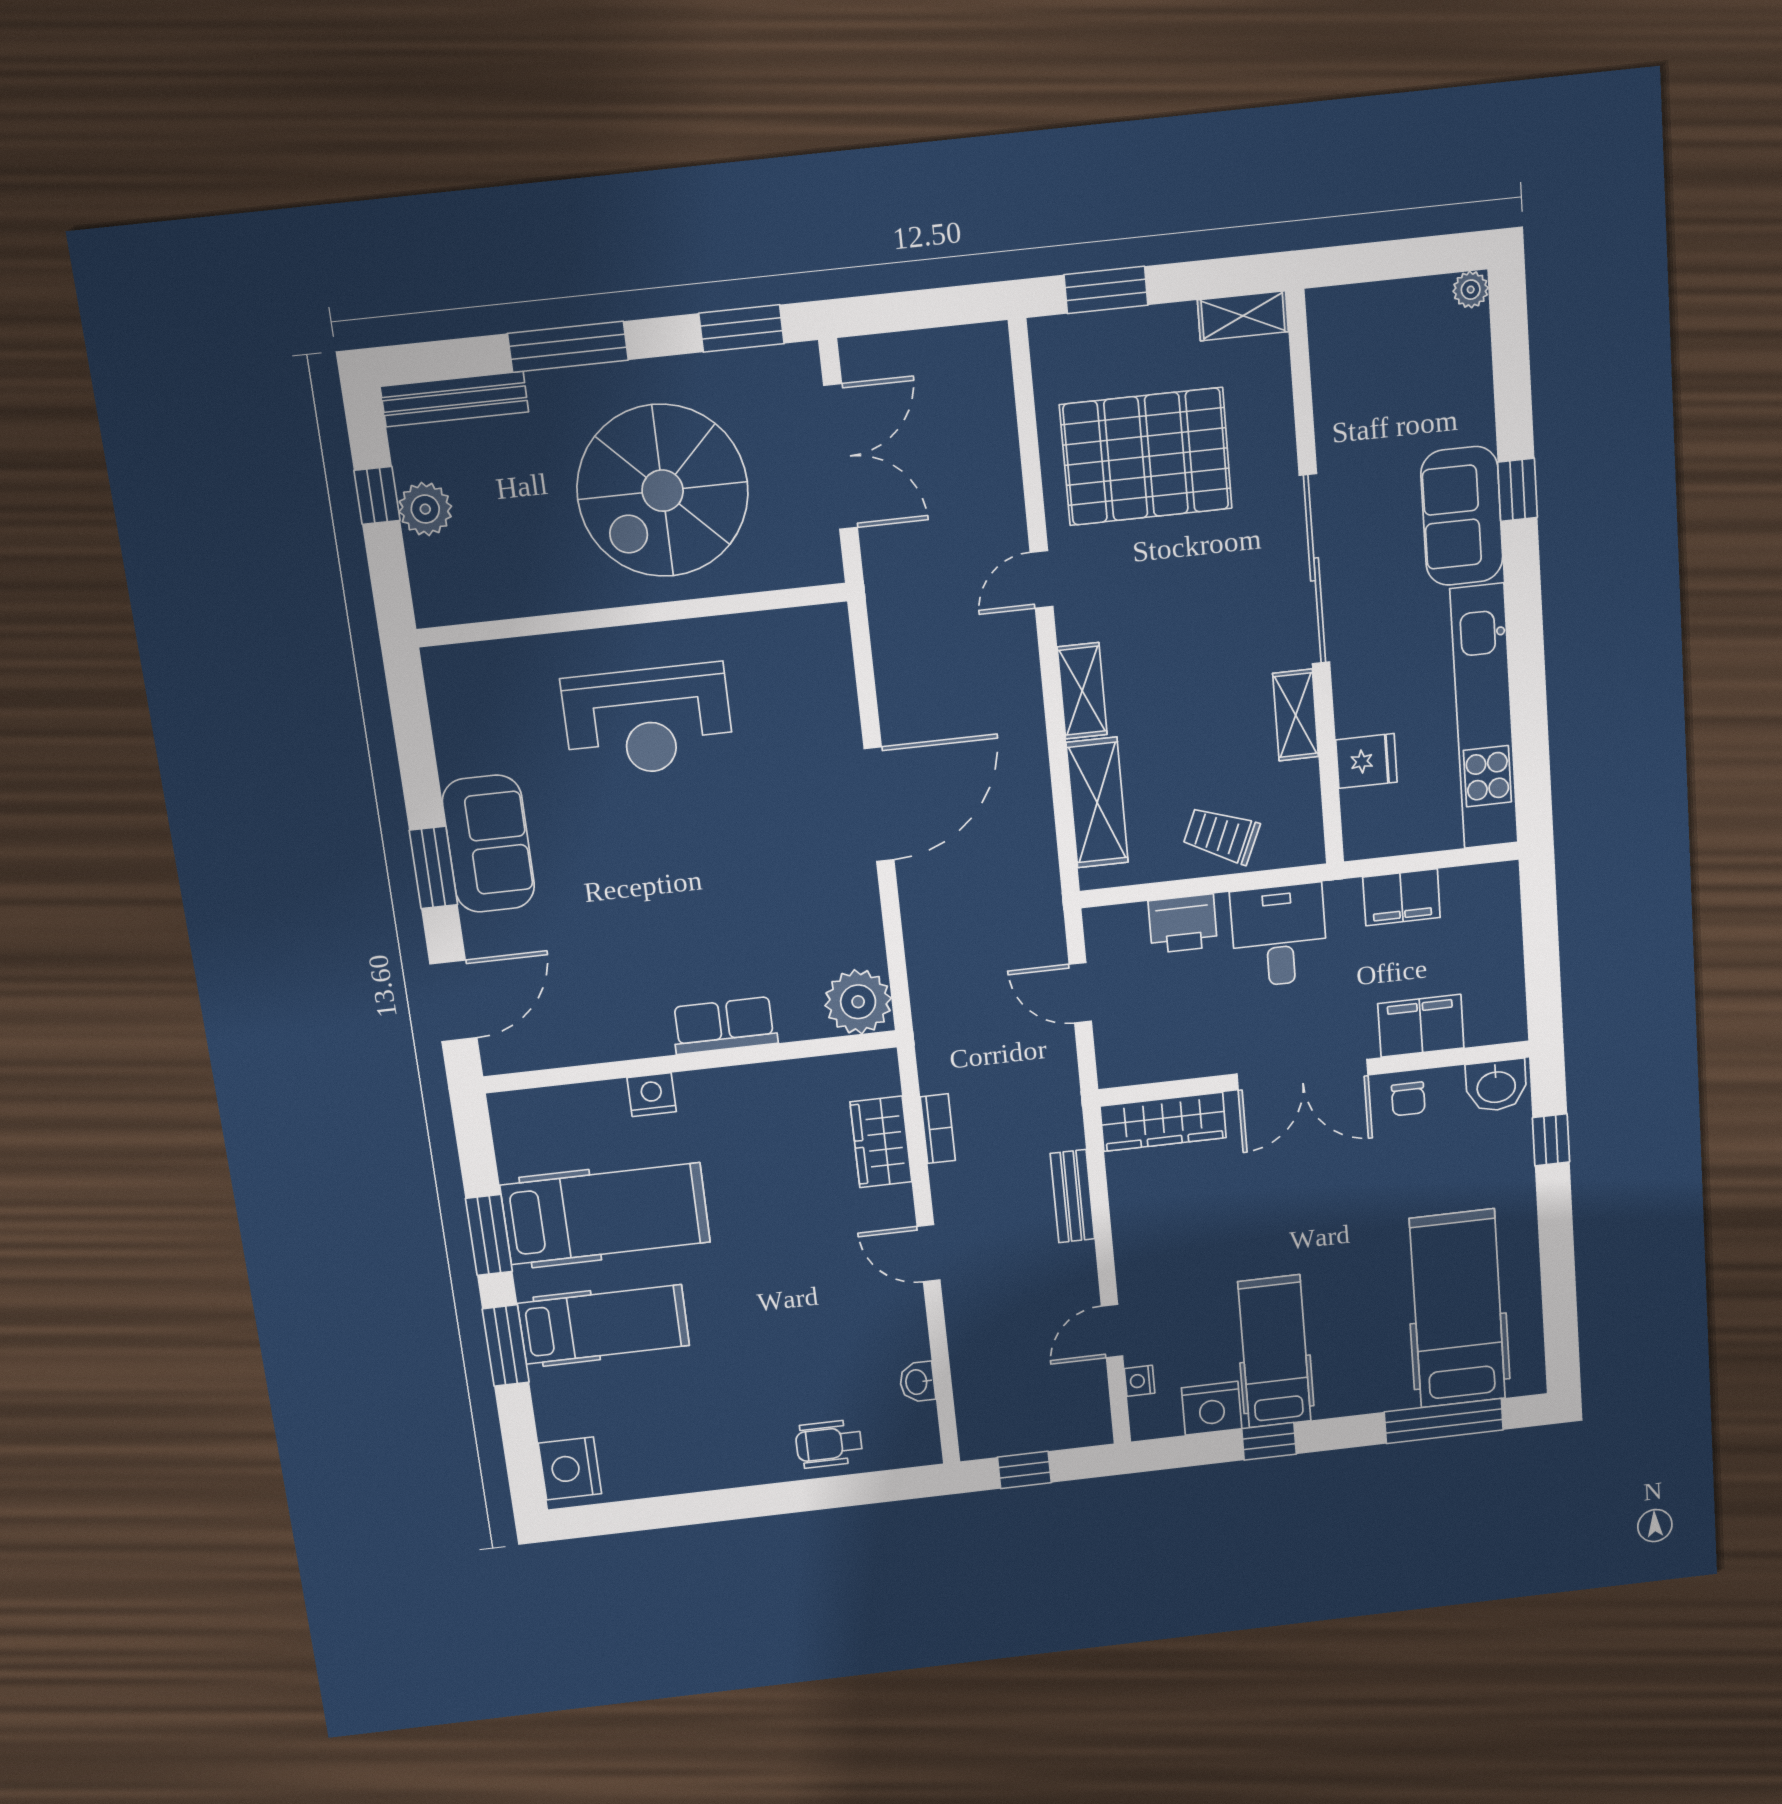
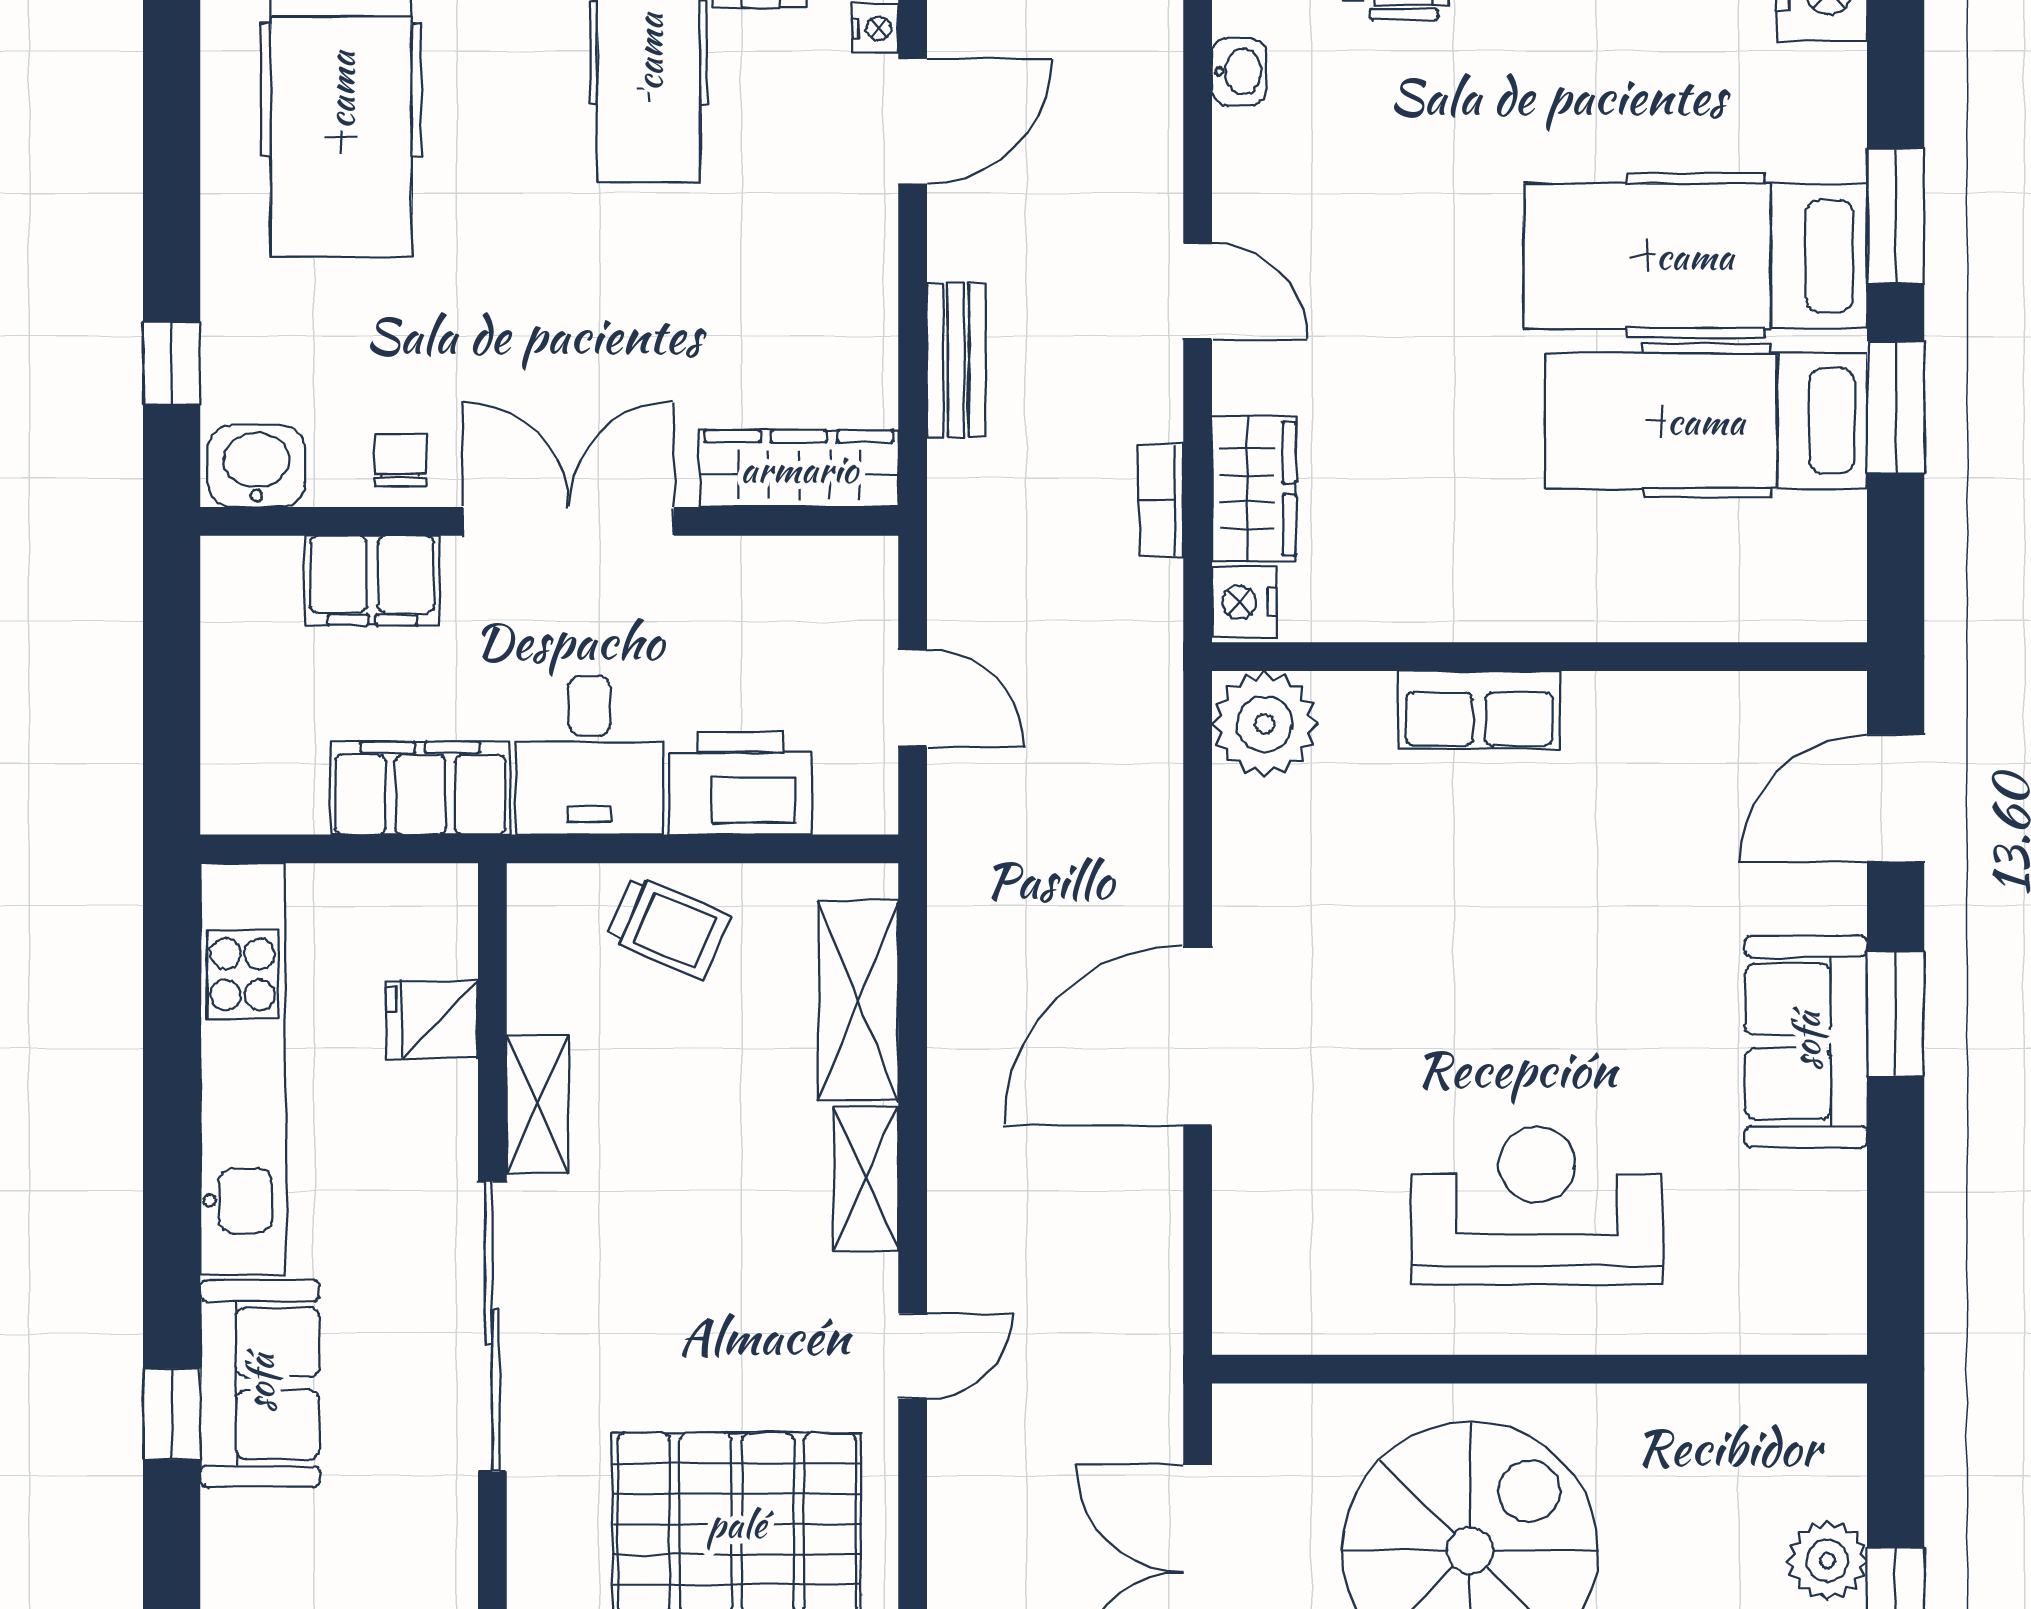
filing cabinet: (1401, 897) -> (420, 788), width x1.50, depth x1.17
printer: (1183, 924) -> (740, 783), width x1.37, depth x1.19
nightstand: (652, 1095) -> (1244, 602), moved, turned 90
hospital bed: (604, 1324) -> (1695, 256), width x1.37, depth x1.29
door: (1112, 1331) -> (913, 121), width x1.38

